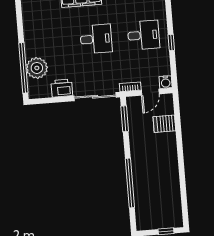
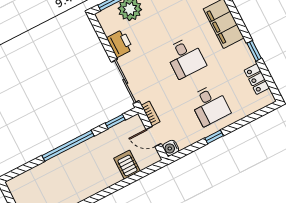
window: (125, 119) -> (115, 121), width x0.67
window: (130, 183) -> (68, 146), moved

